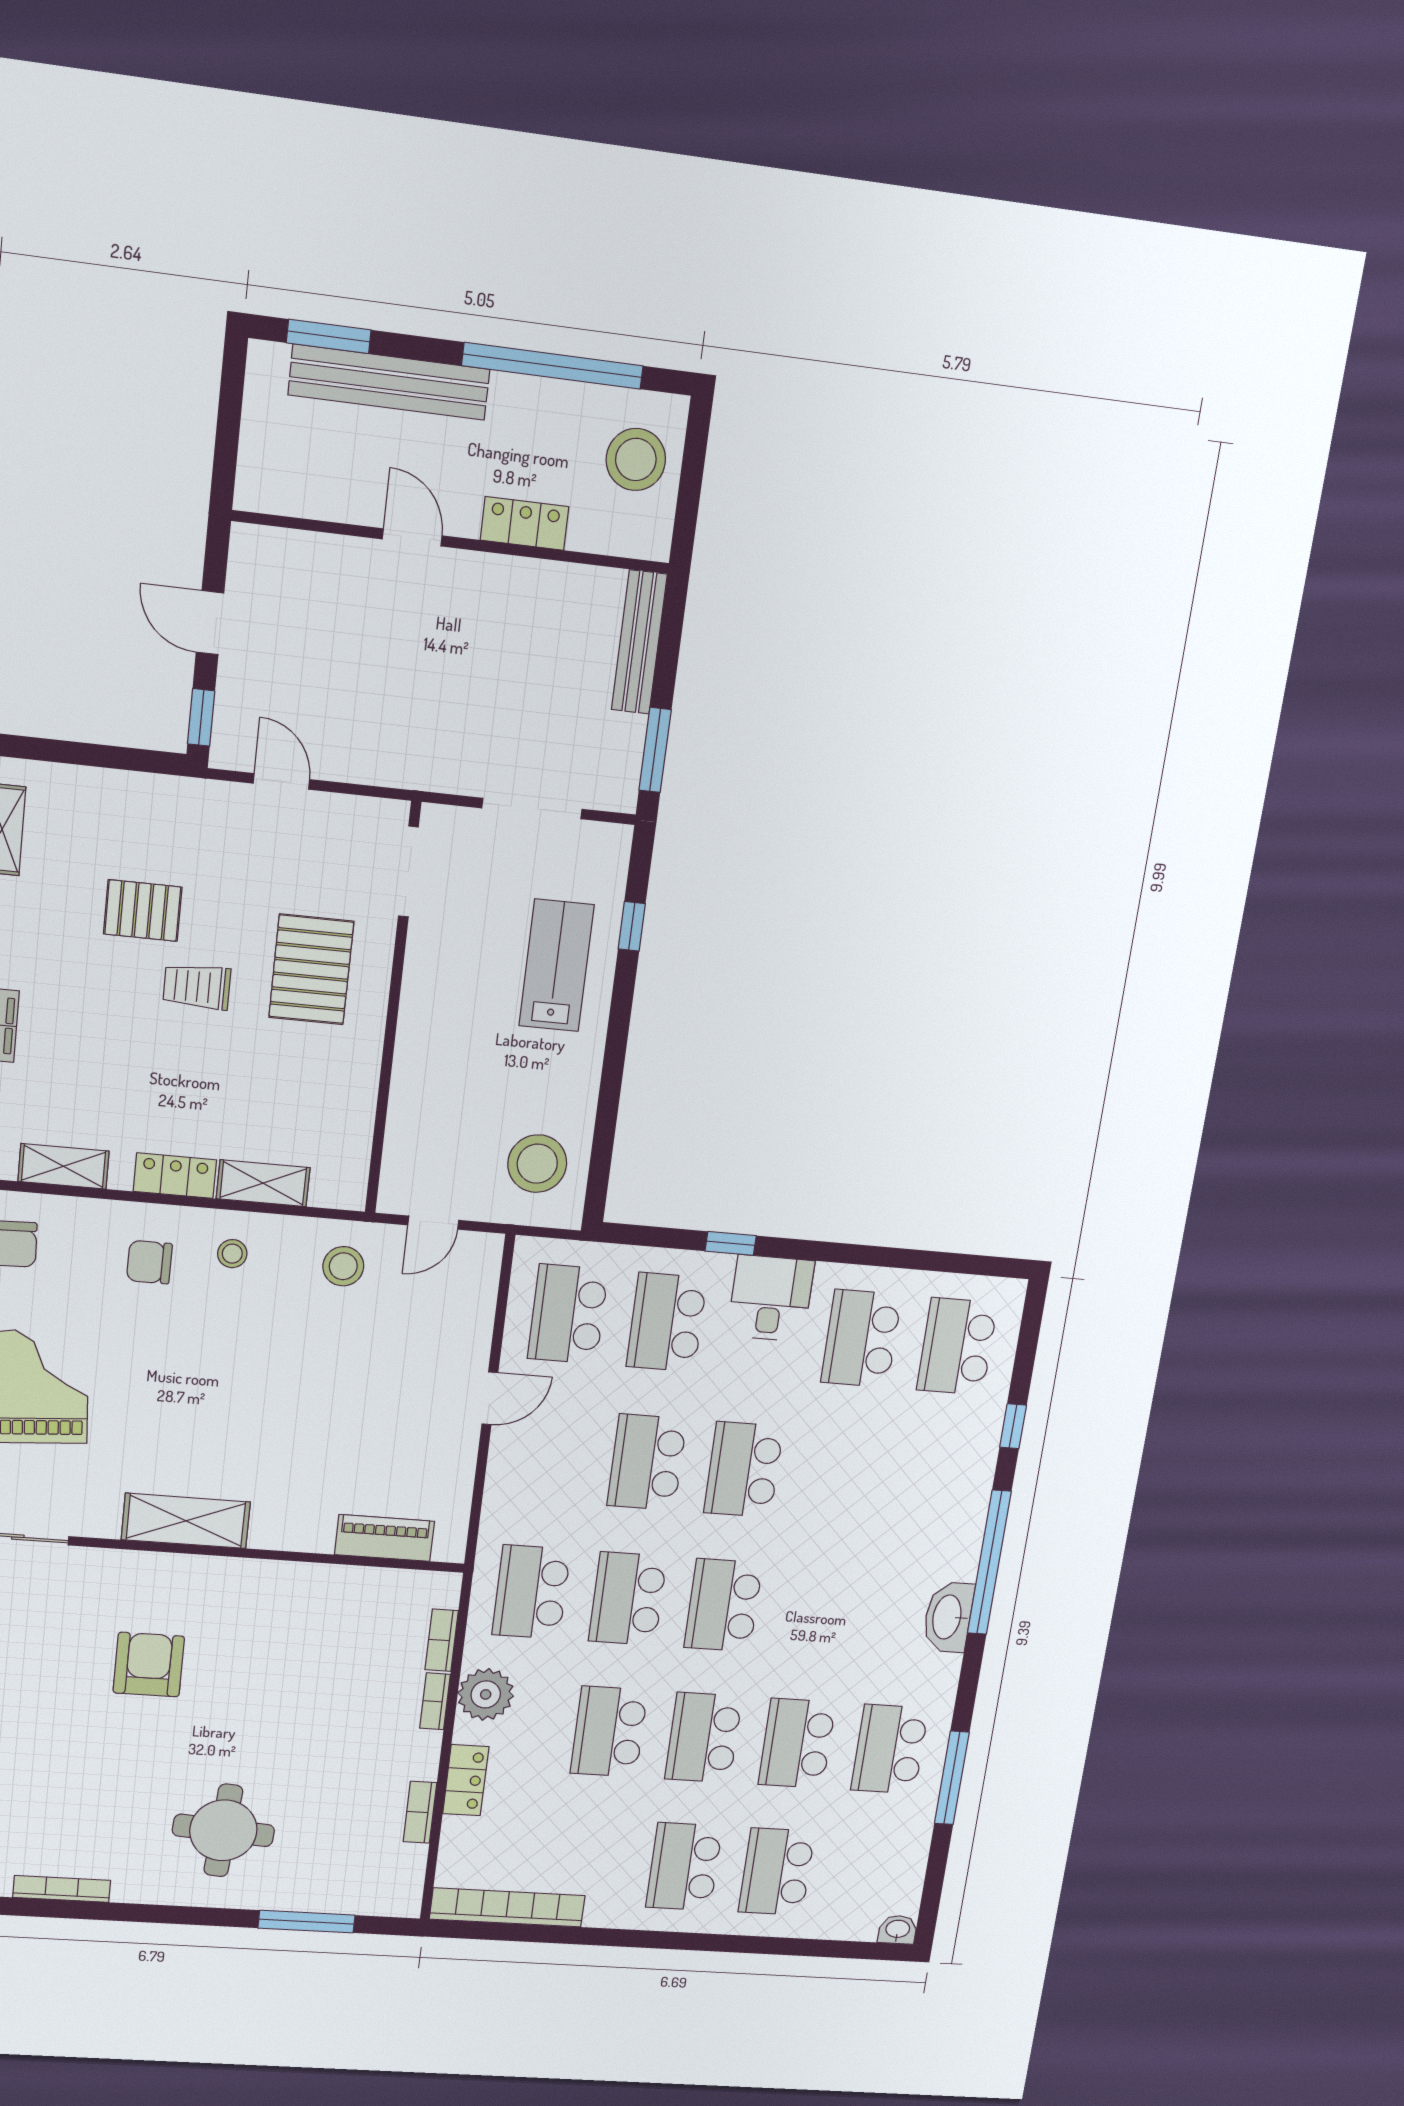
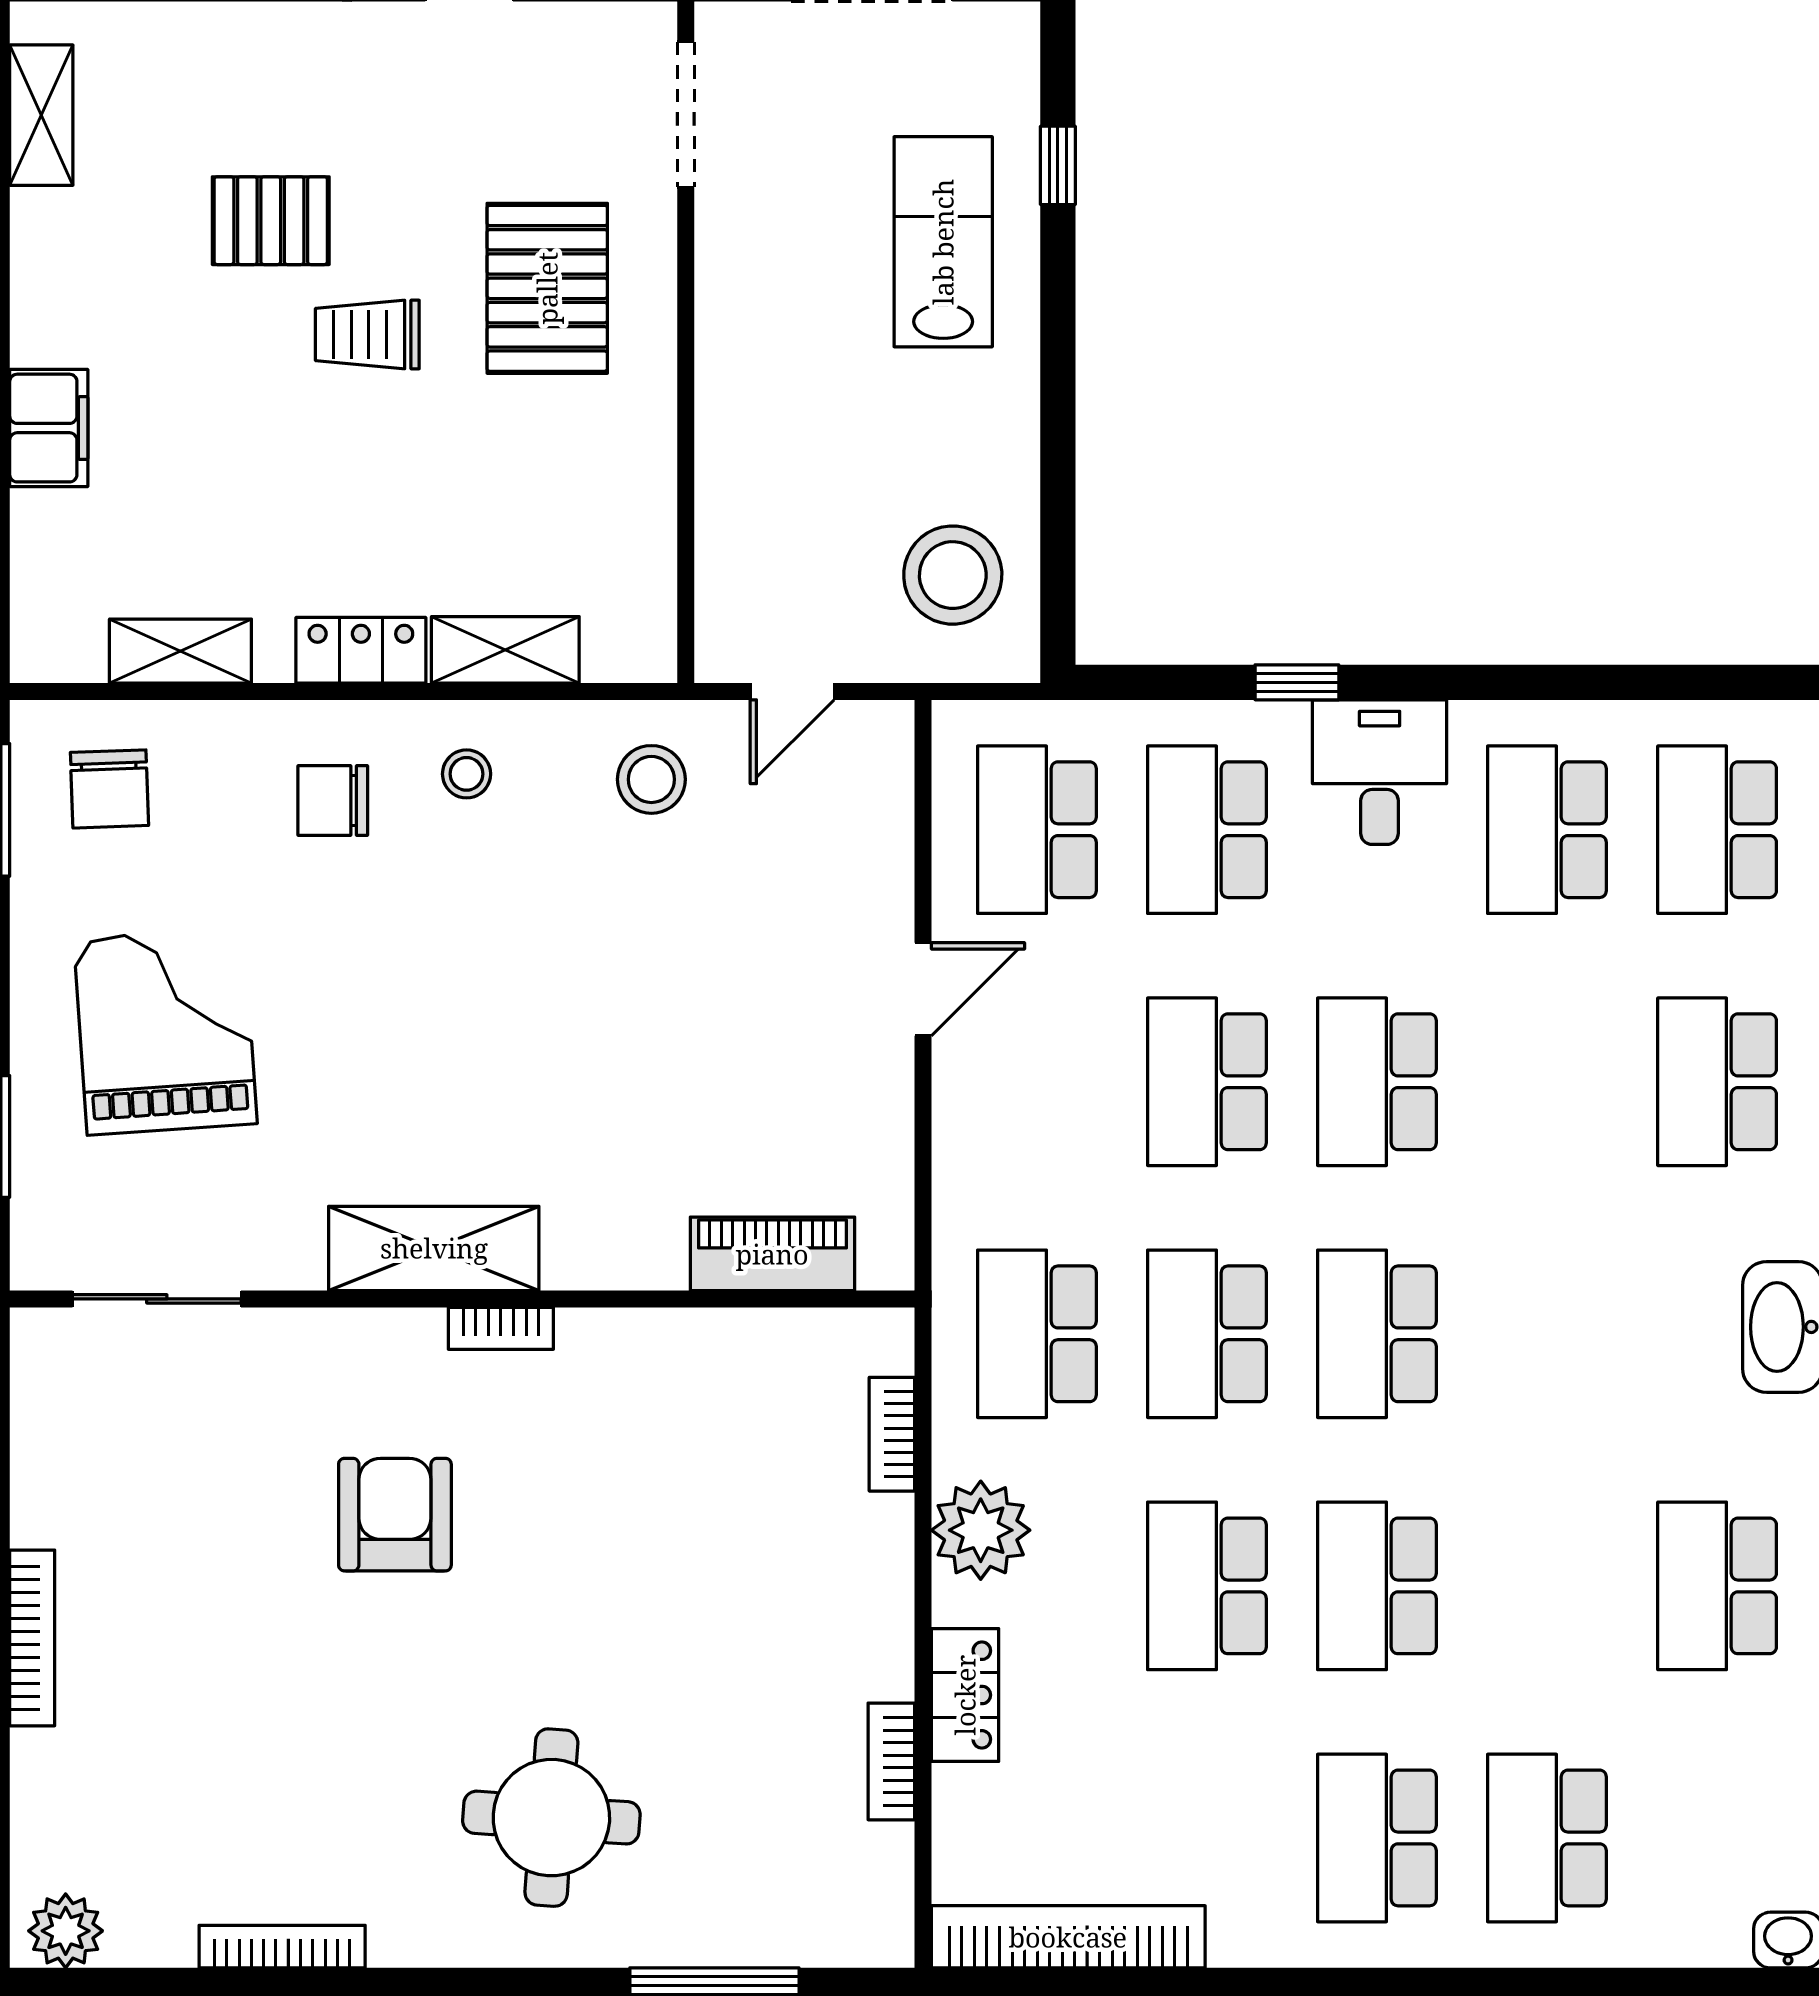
bookcase: (435, 1701) -> (501, 1328), moved, turned -90
school desk: (797, 1743) -> (1717, 1082), moved

